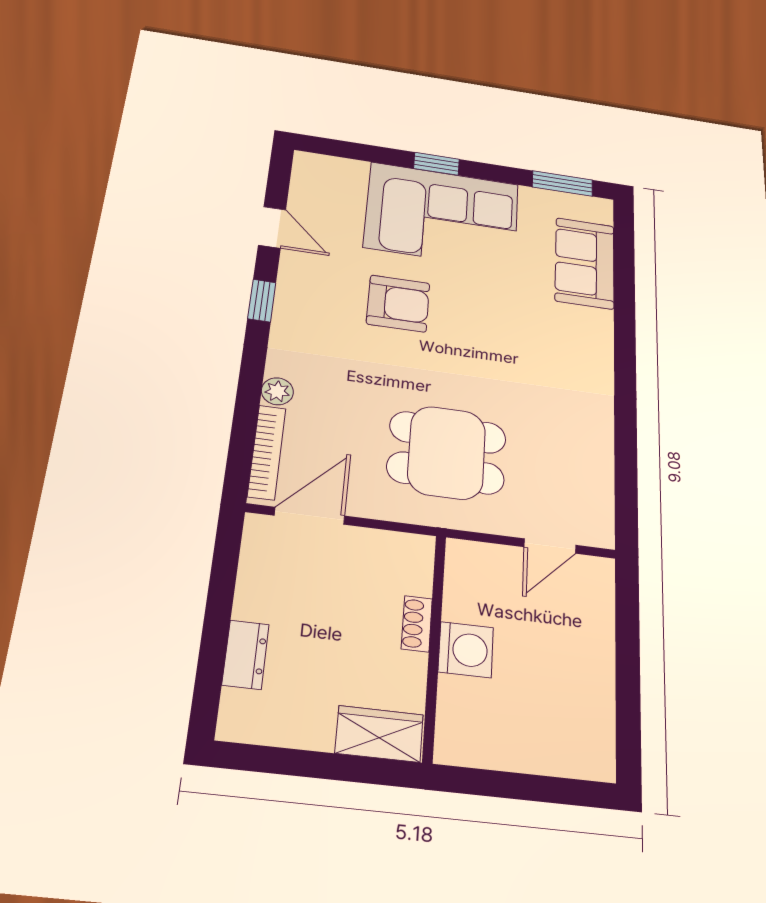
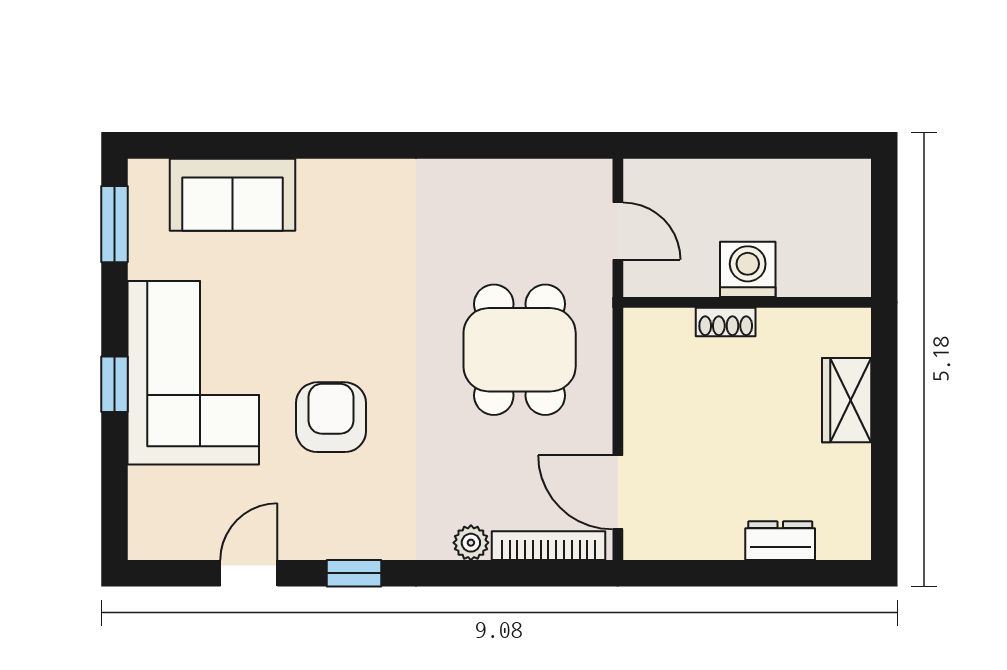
shoe rack: (417, 624) -> (726, 322), moved
wall: (434, 645) -> (747, 302), moved
washing machine: (466, 650) -> (748, 269), moved

